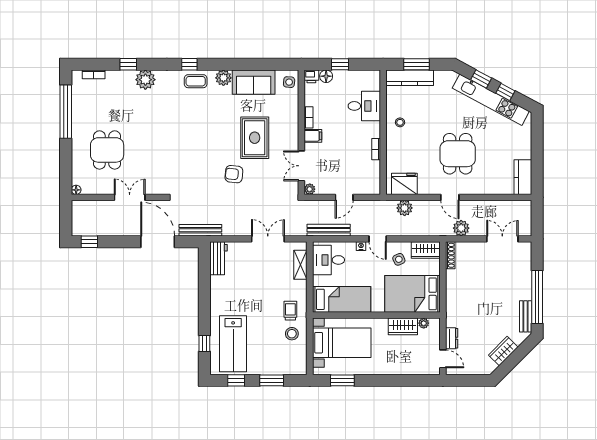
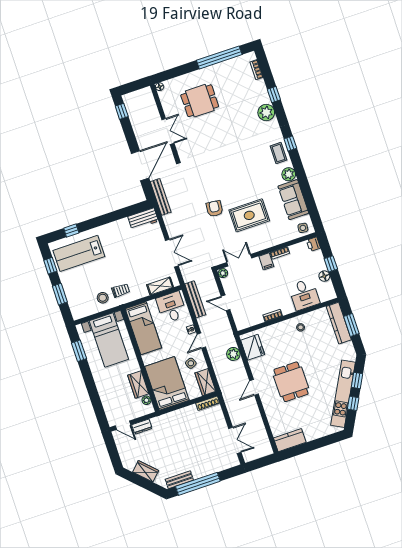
floor lamp: (326, 76) -> (324, 276), moved
dining table: (458, 154) -> (291, 382), turned 90
plant: (461, 228) -> (233, 405), removed
door: (443, 359) -> (123, 425), hinge flipped

